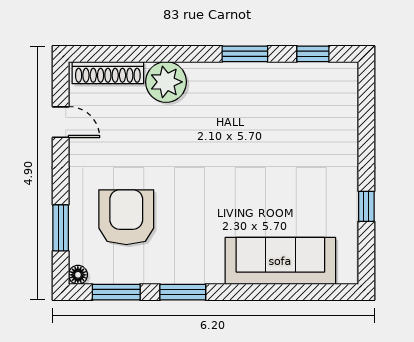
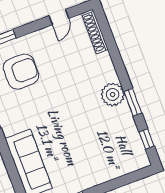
plant: (166, 82) -> (113, 94), moved

